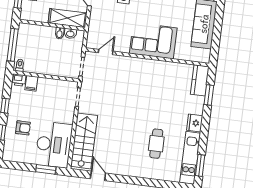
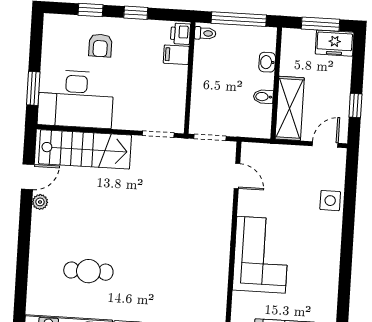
washbasin: (70, 34) -> (267, 62), moved
plant: (113, 170) -> (40, 202), added

